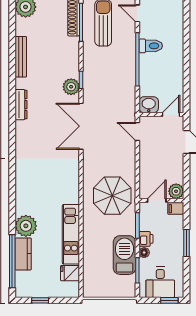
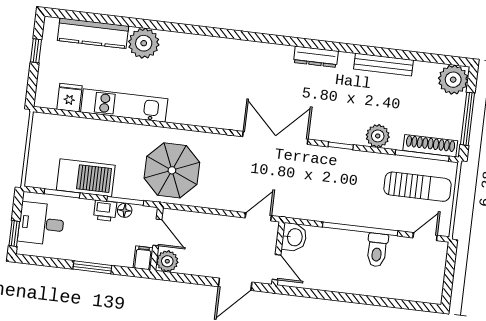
plant: (71, 87) -> (378, 136), moved
floor lamp: (144, 253) -> (125, 210), moved
kitchen counter: (23, 254) -> (93, 33), width x1.50
window: (12, 261) -> (96, 18), removed

